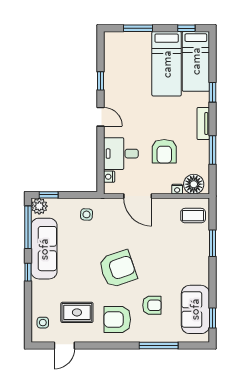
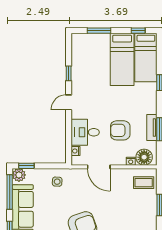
door: (101, 117) -> (69, 102), swing flipped
tv unit: (203, 123) -> (152, 127), moved
armchair: (164, 151) -> (120, 130), turned 90

